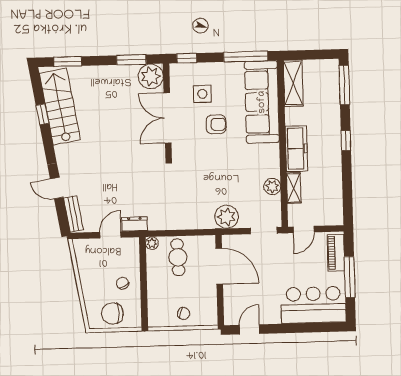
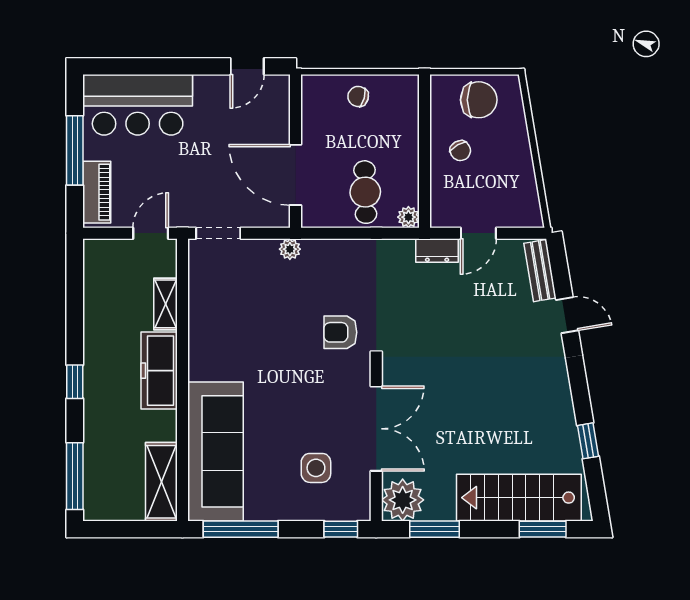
stairs: (60, 106) -> (519, 498), moved, turned 99
armchair: (216, 124) -> (340, 332), moved
plant: (272, 187) -> (202, 307), removed
plant: (227, 217) -> (290, 249), width x0.53, depth x0.53

